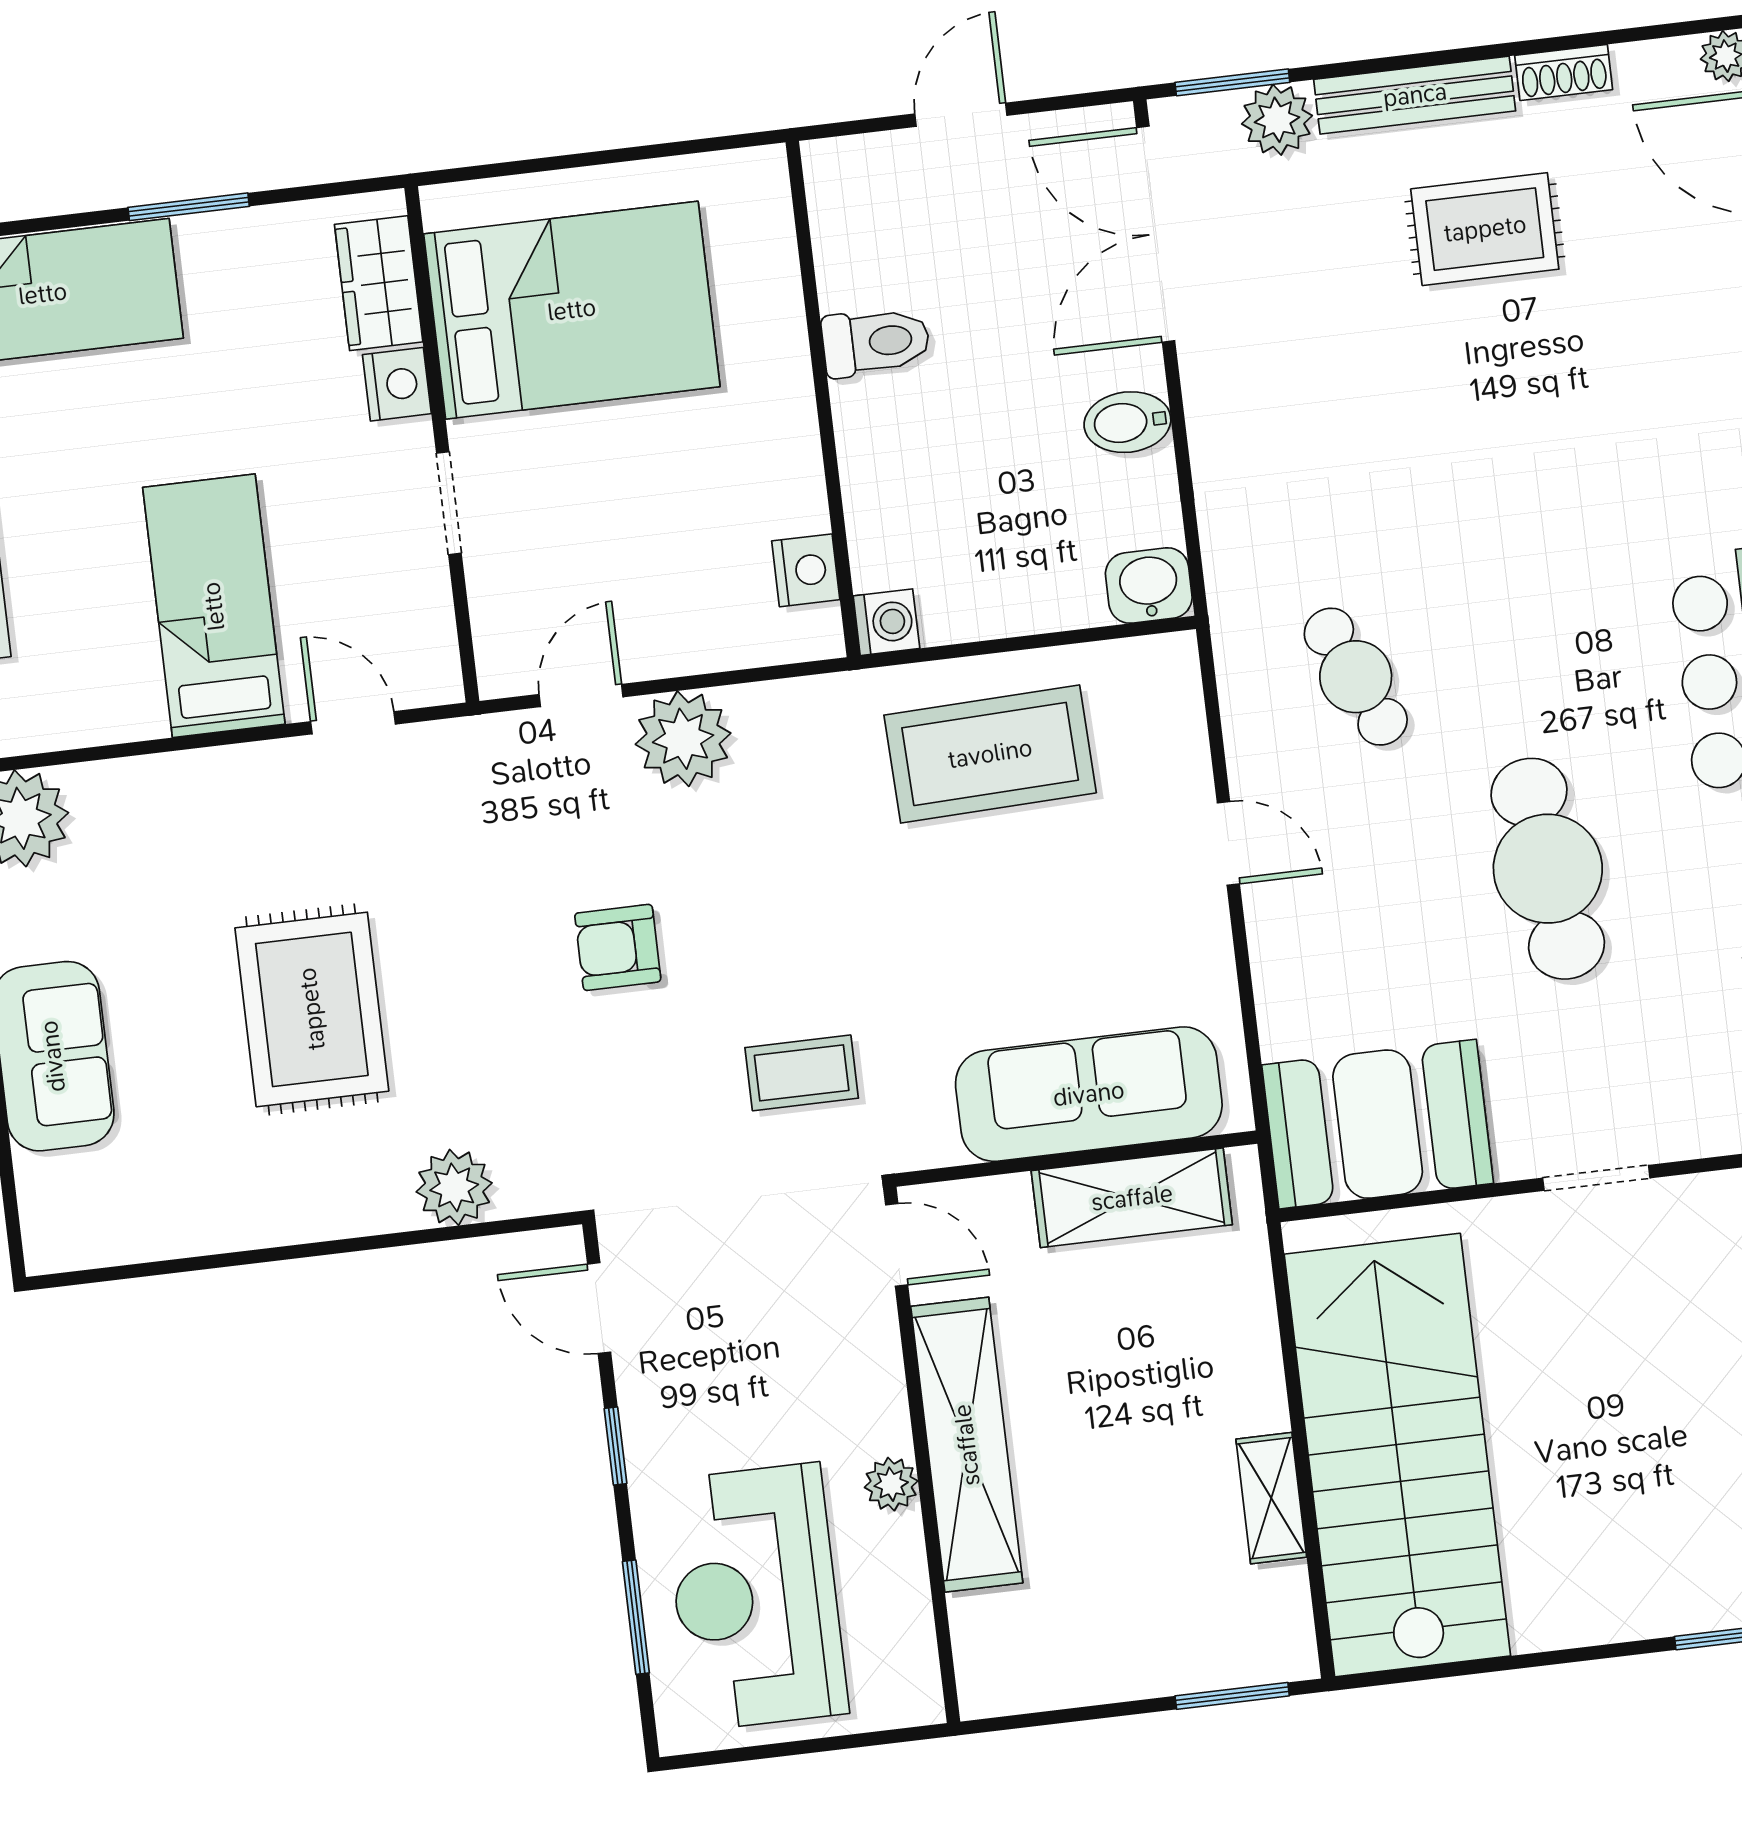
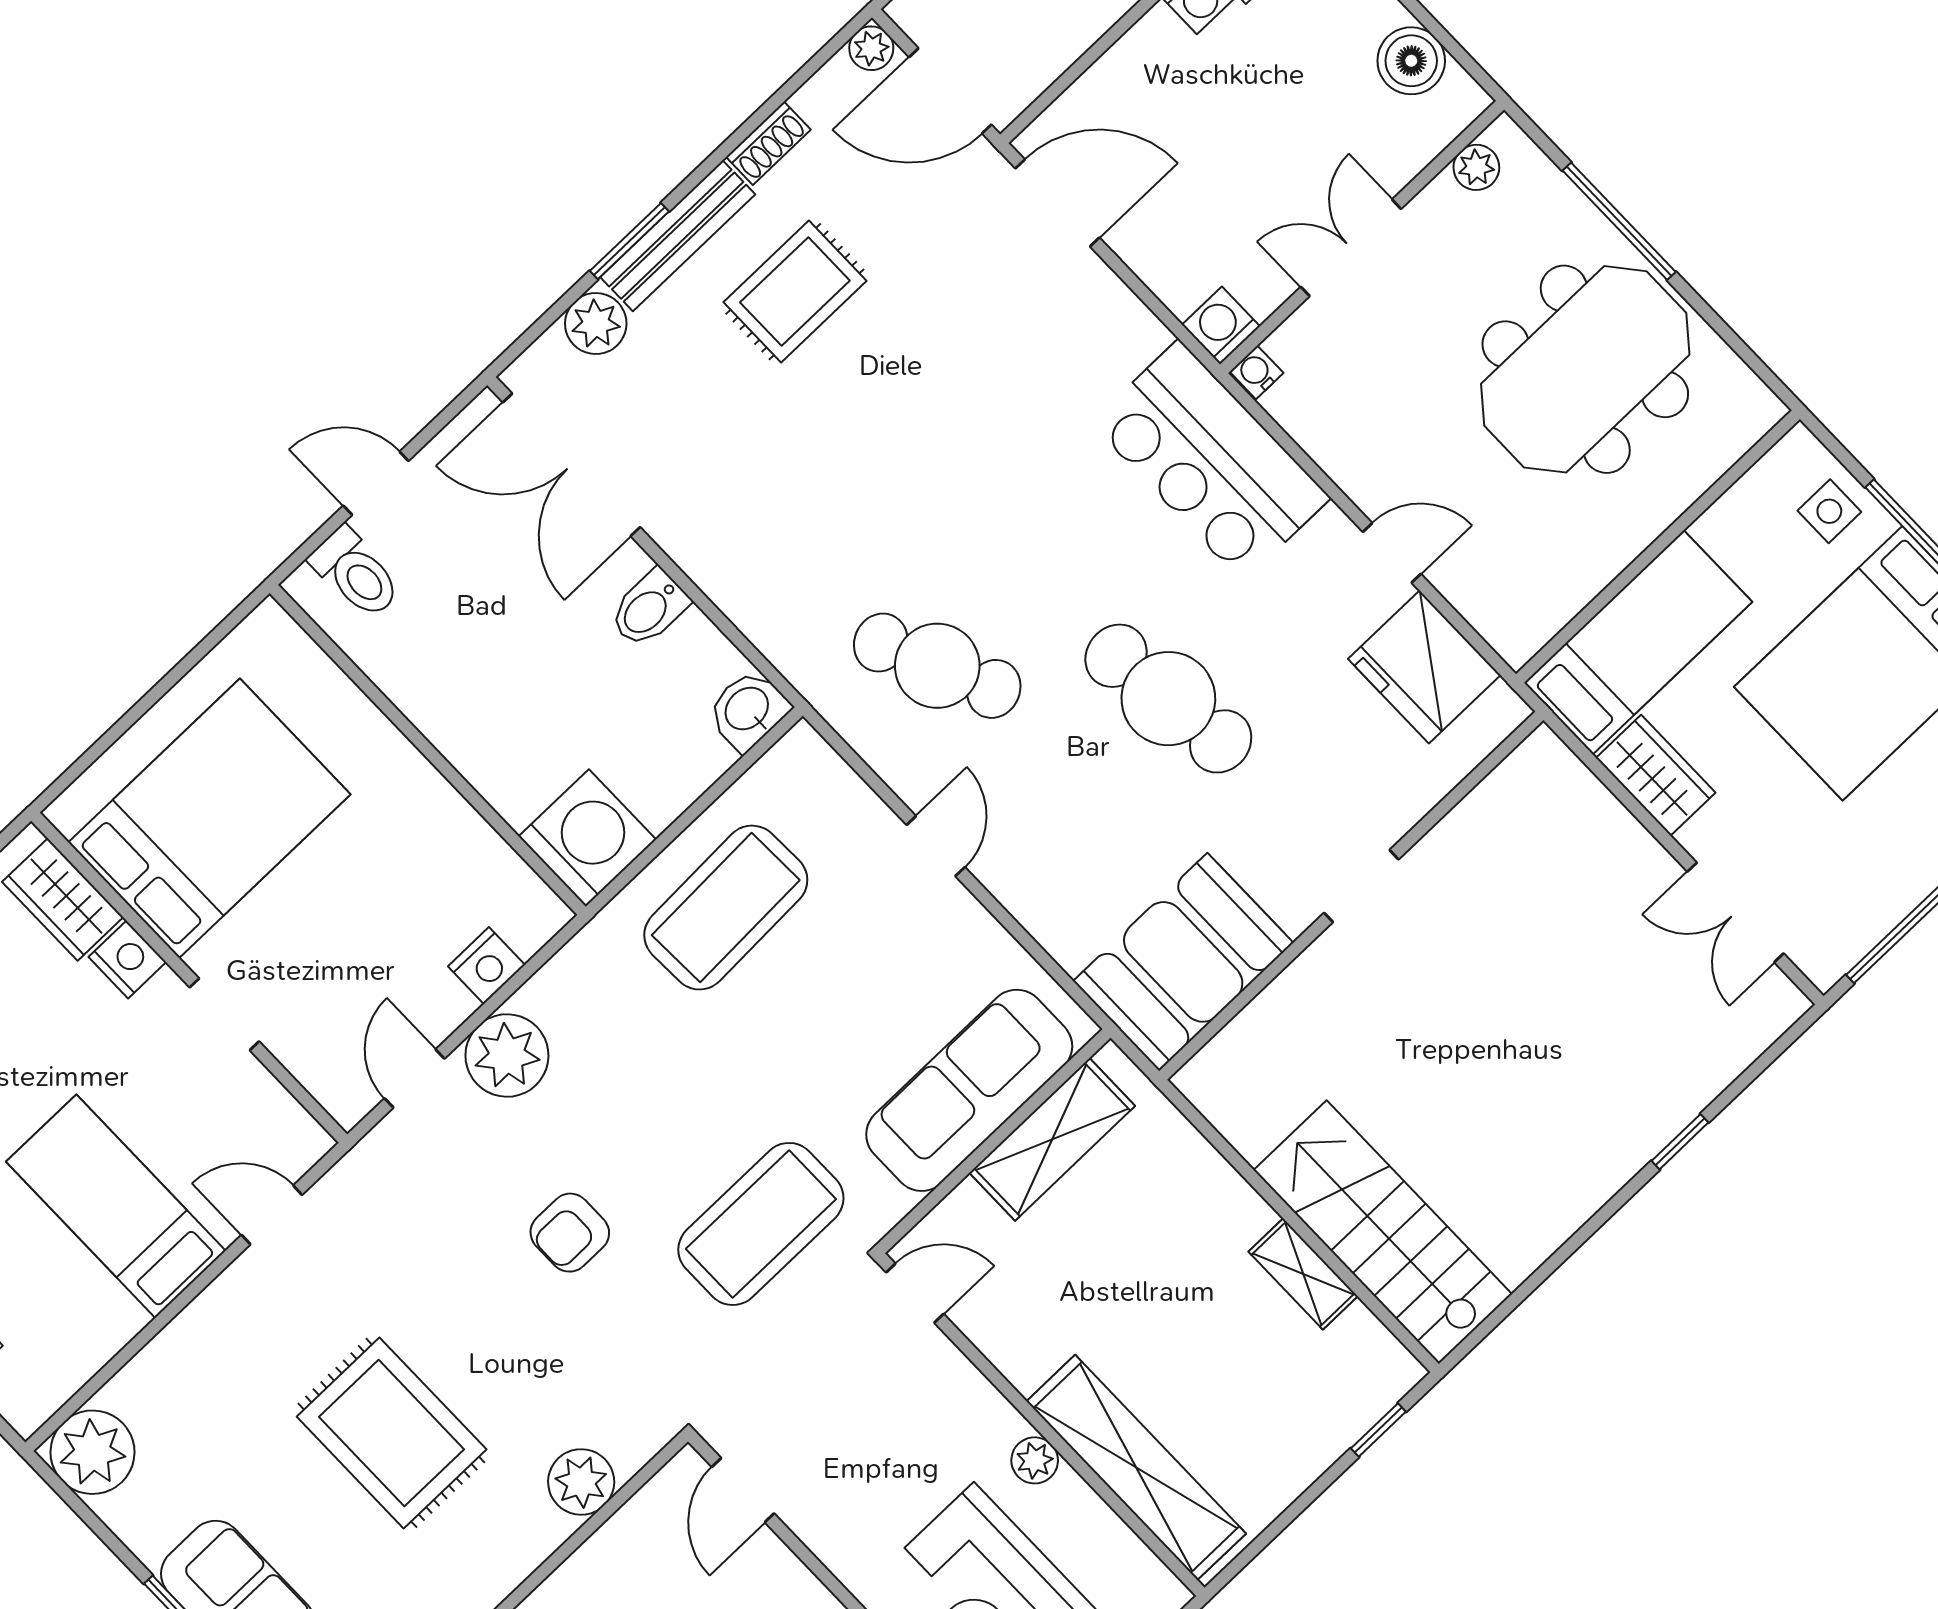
window: (1232, 82) -> (629, 241), moved
door: (961, 115) -> (376, 483), hinge flipped
toilet: (876, 342) -> (356, 573), moved, turned 90
nightstand: (806, 570) -> (486, 966), moved, turned 90
washing machine: (886, 622) -> (587, 838), width x1.89, depth x1.89
cafe table: (1356, 677) -> (937, 666), width x1.37, depth x1.35
door: (1228, 843) -> (936, 846), hinge flipped
coffee table: (802, 1073) -> (761, 1224), width x1.86, depth x1.72
door: (599, 1308) -> (743, 1490), hinge flipped
shelving: (967, 1445) -> (1136, 1467), moved
window: (615, 1446) -> (825, 1576), removed
stairs: (1397, 1455) -> (1383, 1232), width x0.73, depth x0.66
window: (1232, 1696) -> (1378, 1430), width x0.67

